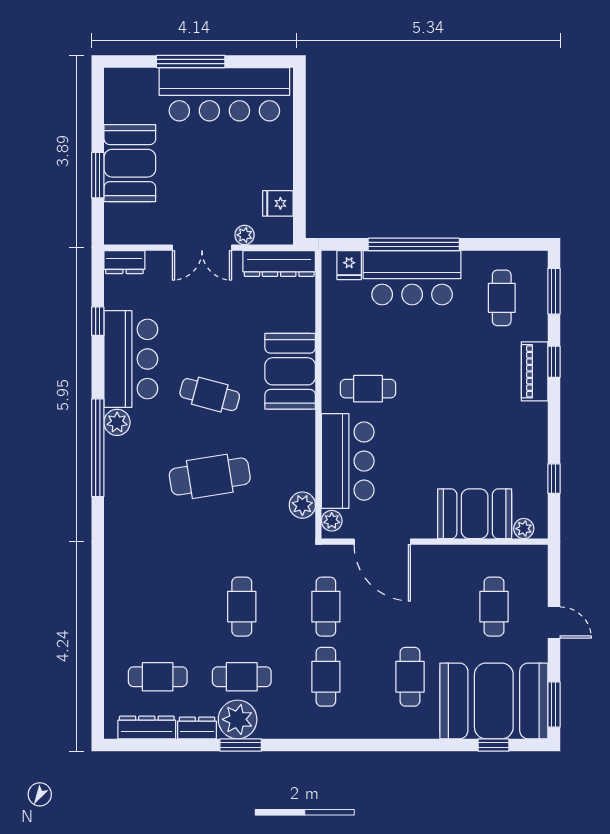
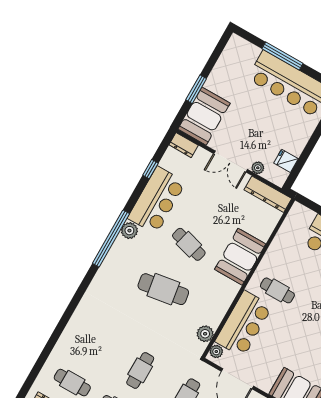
booth: (130, 163) -> (204, 116), moved
fridge: (349, 265) -> (306, 217), removed

